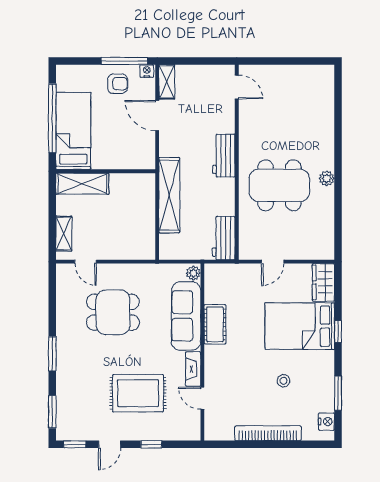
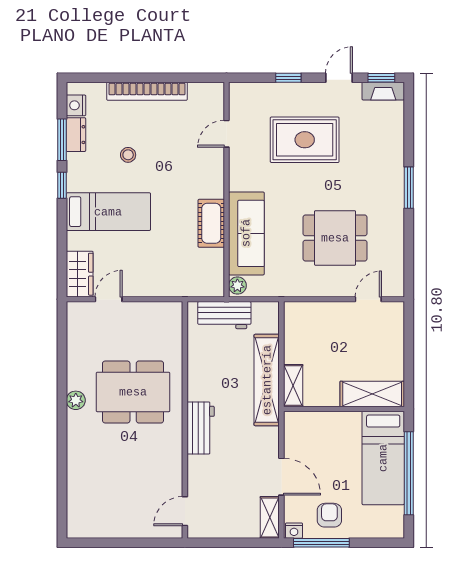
armchair: (118, 84) -> (329, 515), turned 90
door: (237, 87) -> (185, 511), hinge flipped
shelving: (64, 234) -> (293, 386), moved
workbench: (224, 238) -> (224, 315), moved, turned 90
door: (85, 262) -> (368, 299), hinge flipped
door: (273, 262) -> (109, 299), moved
bed: (300, 326) -> (108, 212), width x0.67
window: (338, 332) -> (62, 185), moved
fireplace: (193, 369) -> (383, 91), moved, turned 90
dresser: (326, 397) -> (76, 135), added
door: (202, 398) -> (227, 134), swing flipped
window: (52, 412) -> (409, 117), removed

